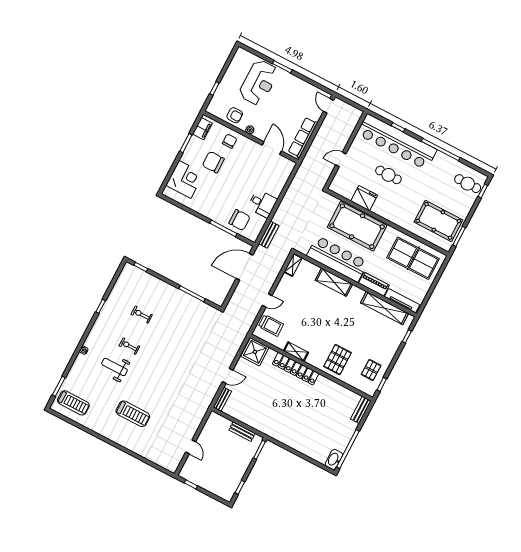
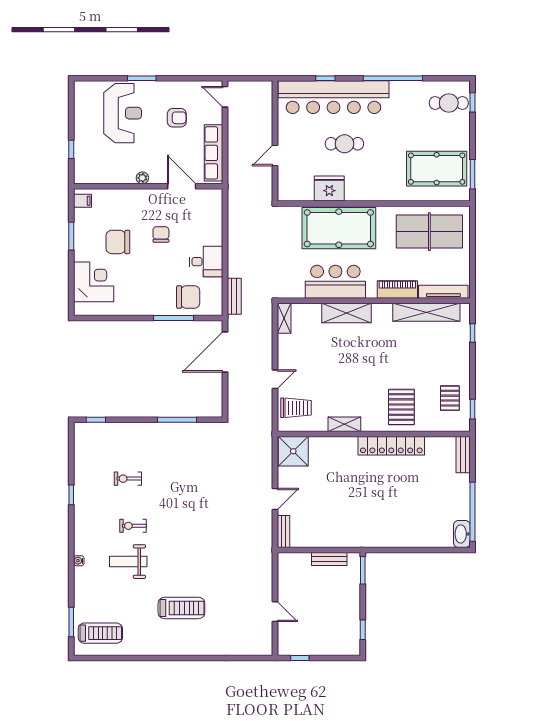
armchair: (235, 115) -> (177, 118), moved
filing cabinet: (202, 129) -> (82, 201), width x0.50
chair: (230, 141) -> (161, 234), moved
bar counter: (337, 259) -> (335, 282), width x0.73
locker: (296, 369) -> (391, 446), moved

